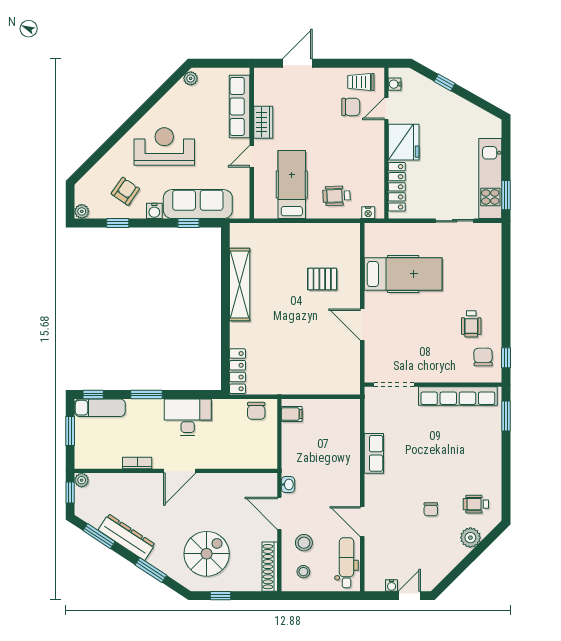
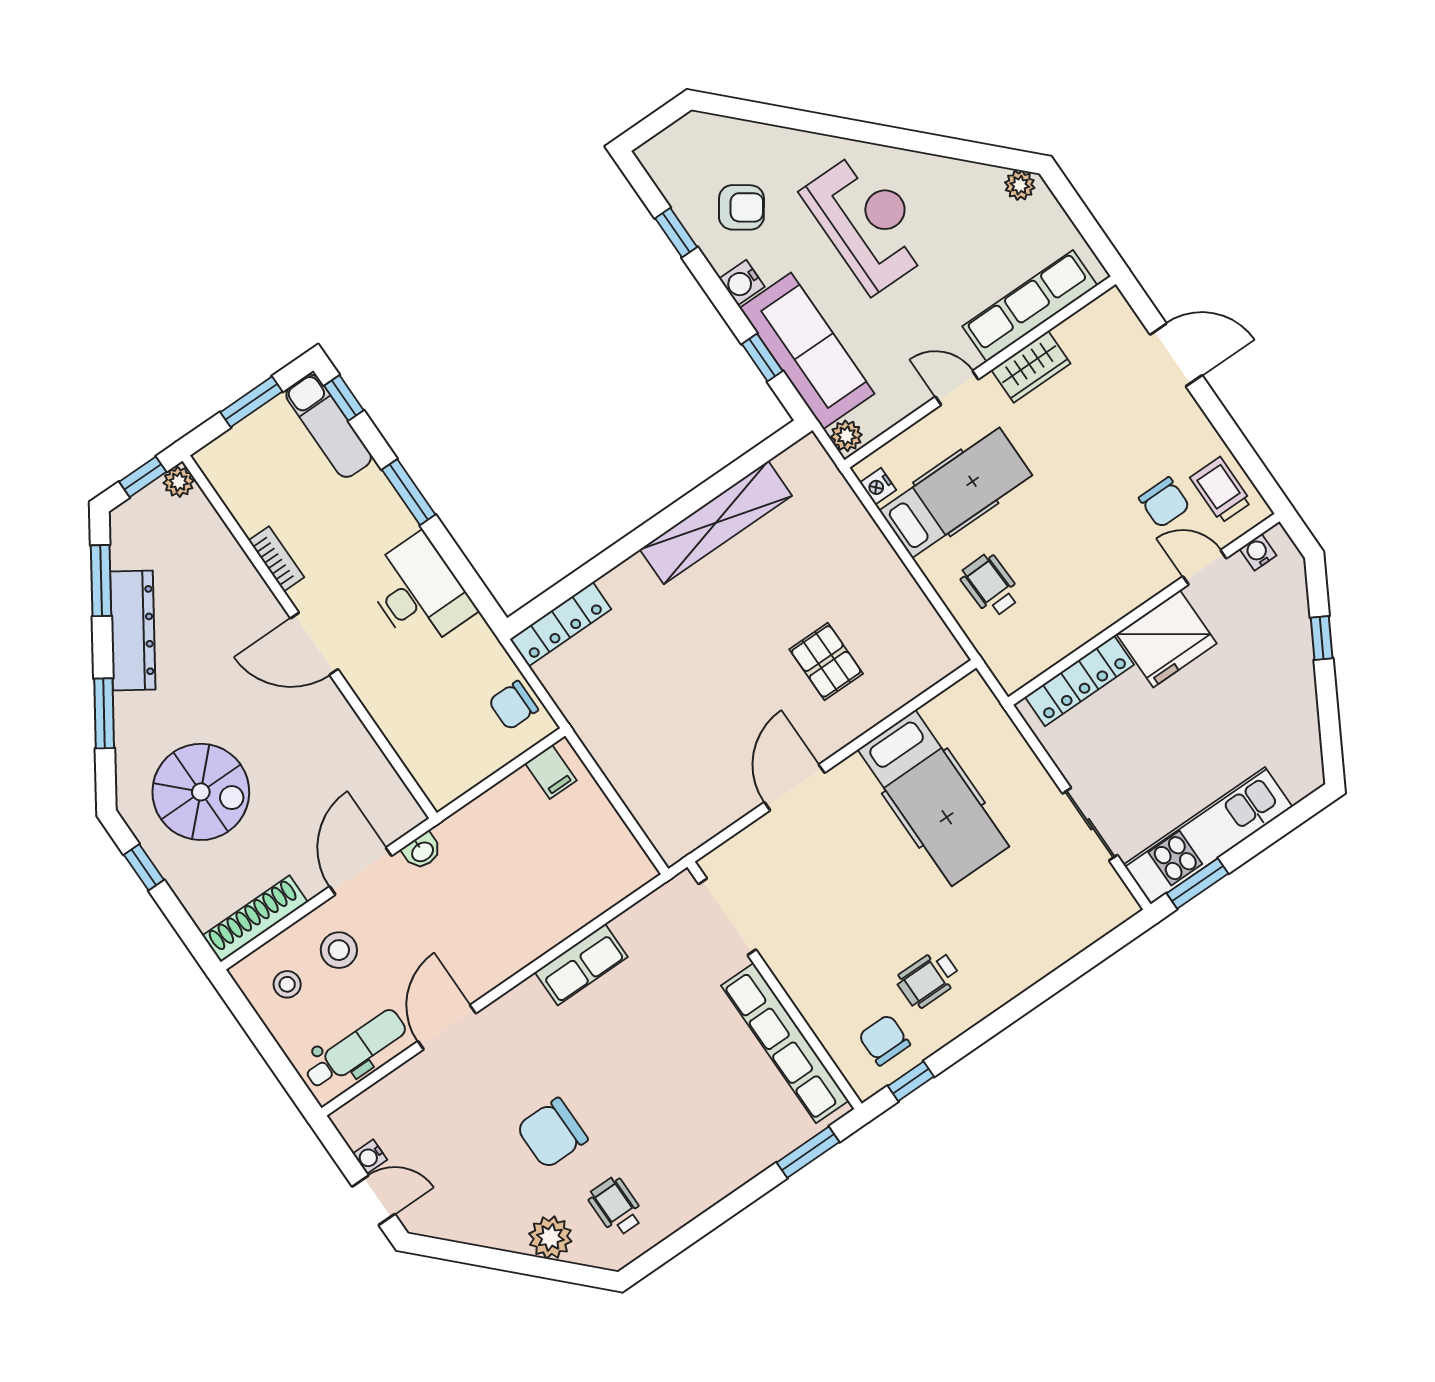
plant: (82, 211) -> (846, 436), moved
nightstand: (368, 213) -> (878, 486), moved
chair: (483, 357) -> (884, 1040), turned -89
chair: (431, 509) -> (552, 1133), width x1.87, depth x1.87

